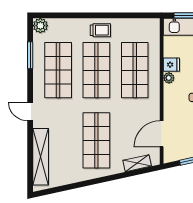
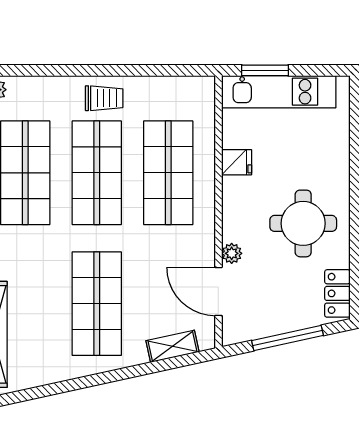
plant: (169, 78) -> (232, 253), moved
door: (162, 134) -> (218, 291), hinge flipped

